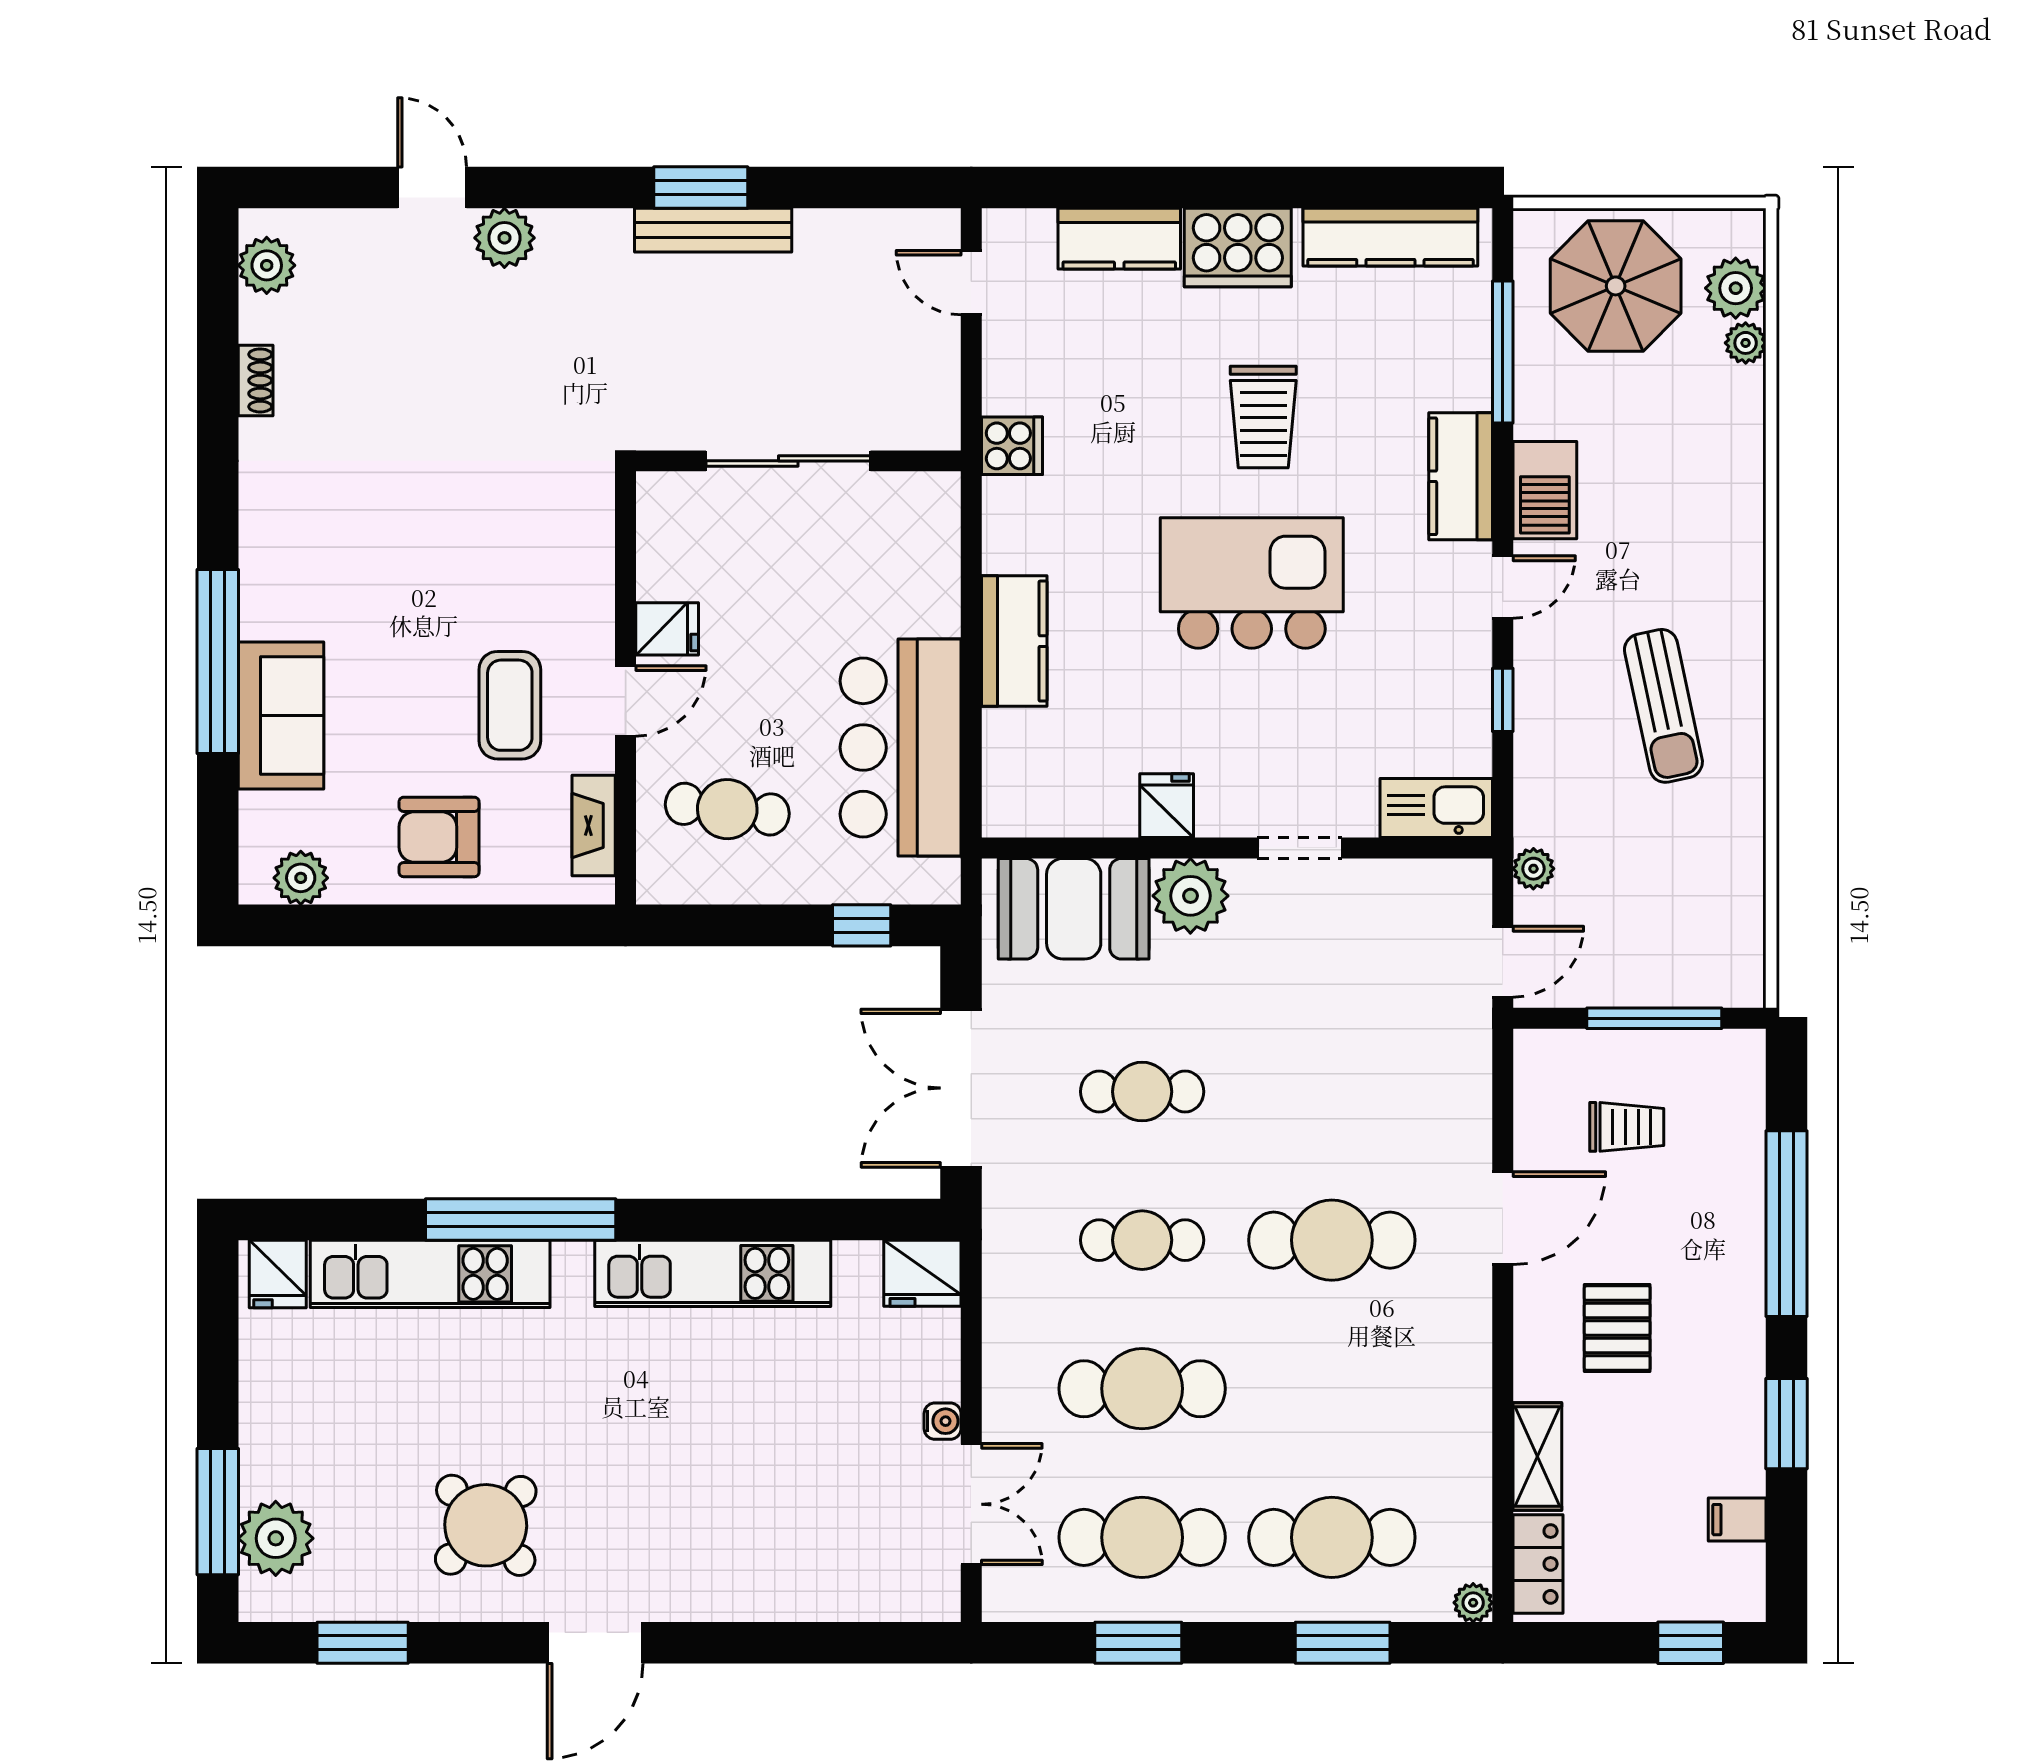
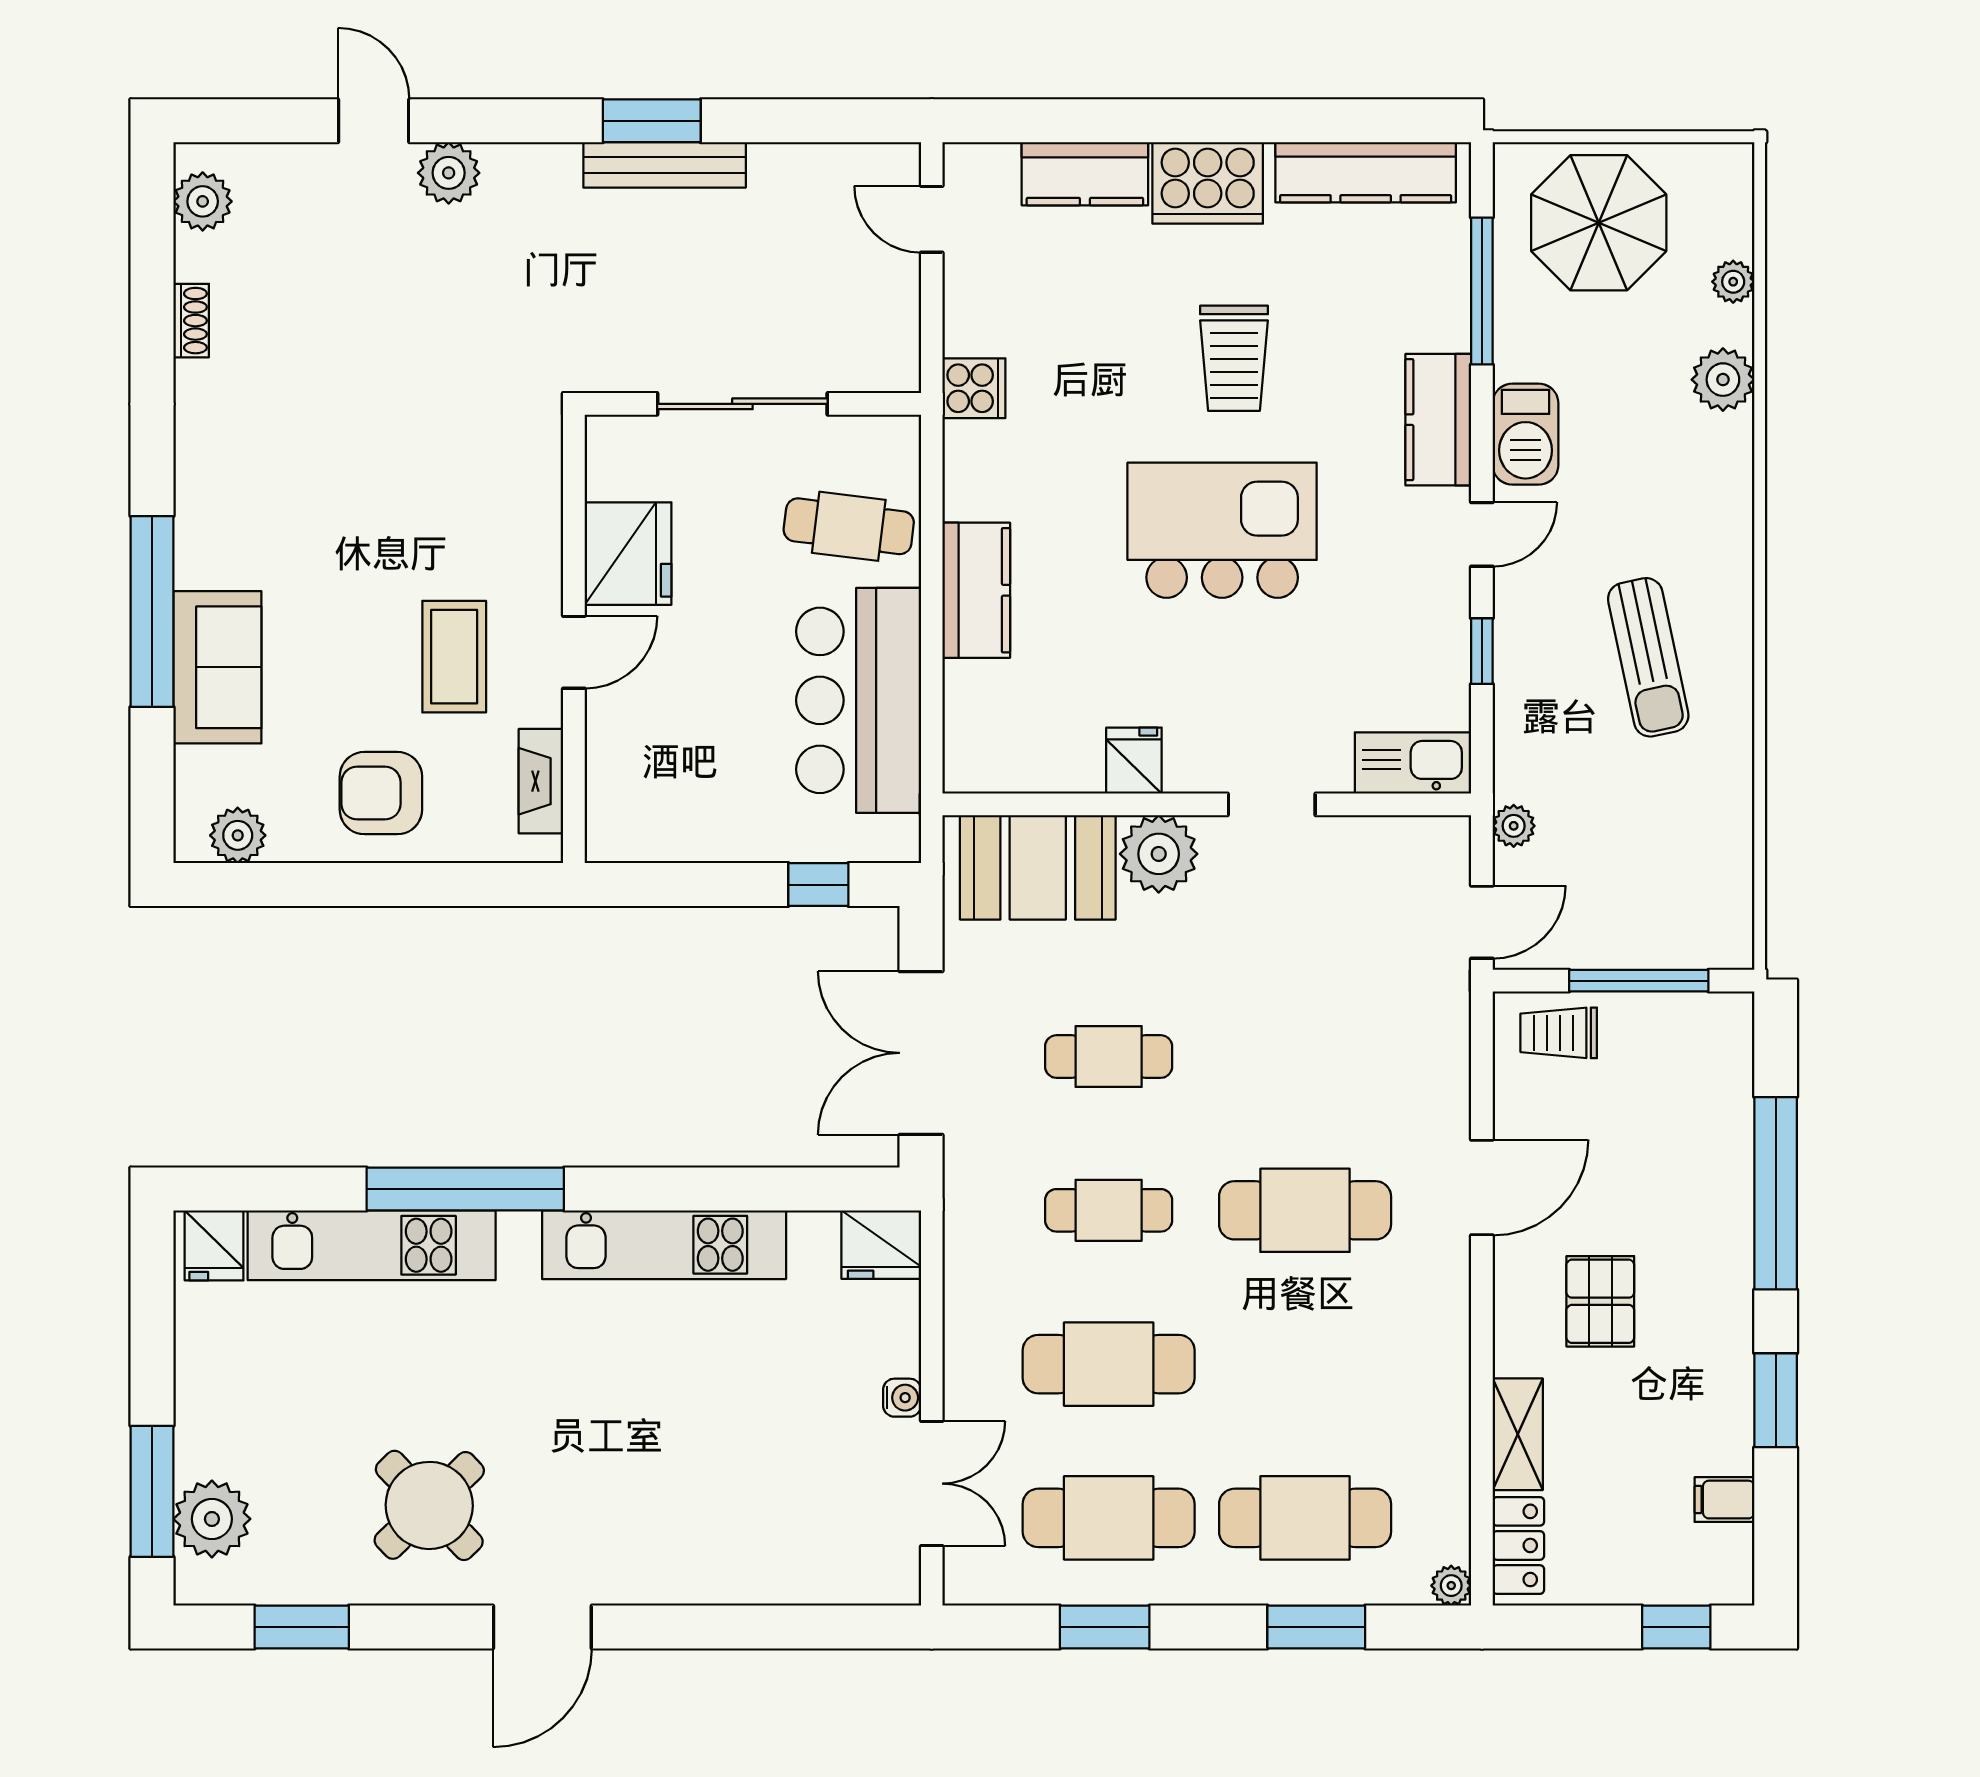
plant: (1736, 288) -> (1723, 380), moved
fridge: (667, 629) -> (628, 554), width x1.88, depth x1.34
cafe table: (727, 809) -> (849, 526), moved
trolley: (1627, 1127) -> (1559, 1033), moved, turned 180

